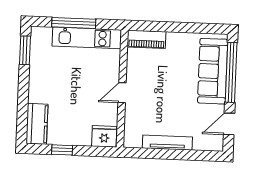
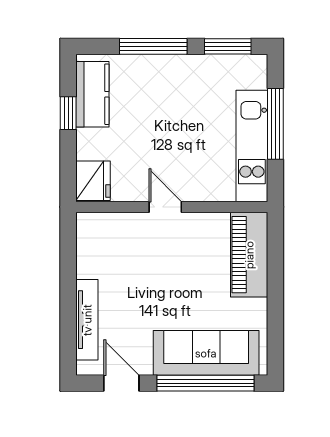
piano: (146, 39) -> (249, 255), width x1.37, depth x1.33
window: (23, 96) -> (153, 46), added
kitchen counter: (37, 124) -> (92, 94), moved, turned -90
tv unit: (167, 143) -> (87, 320), moved

